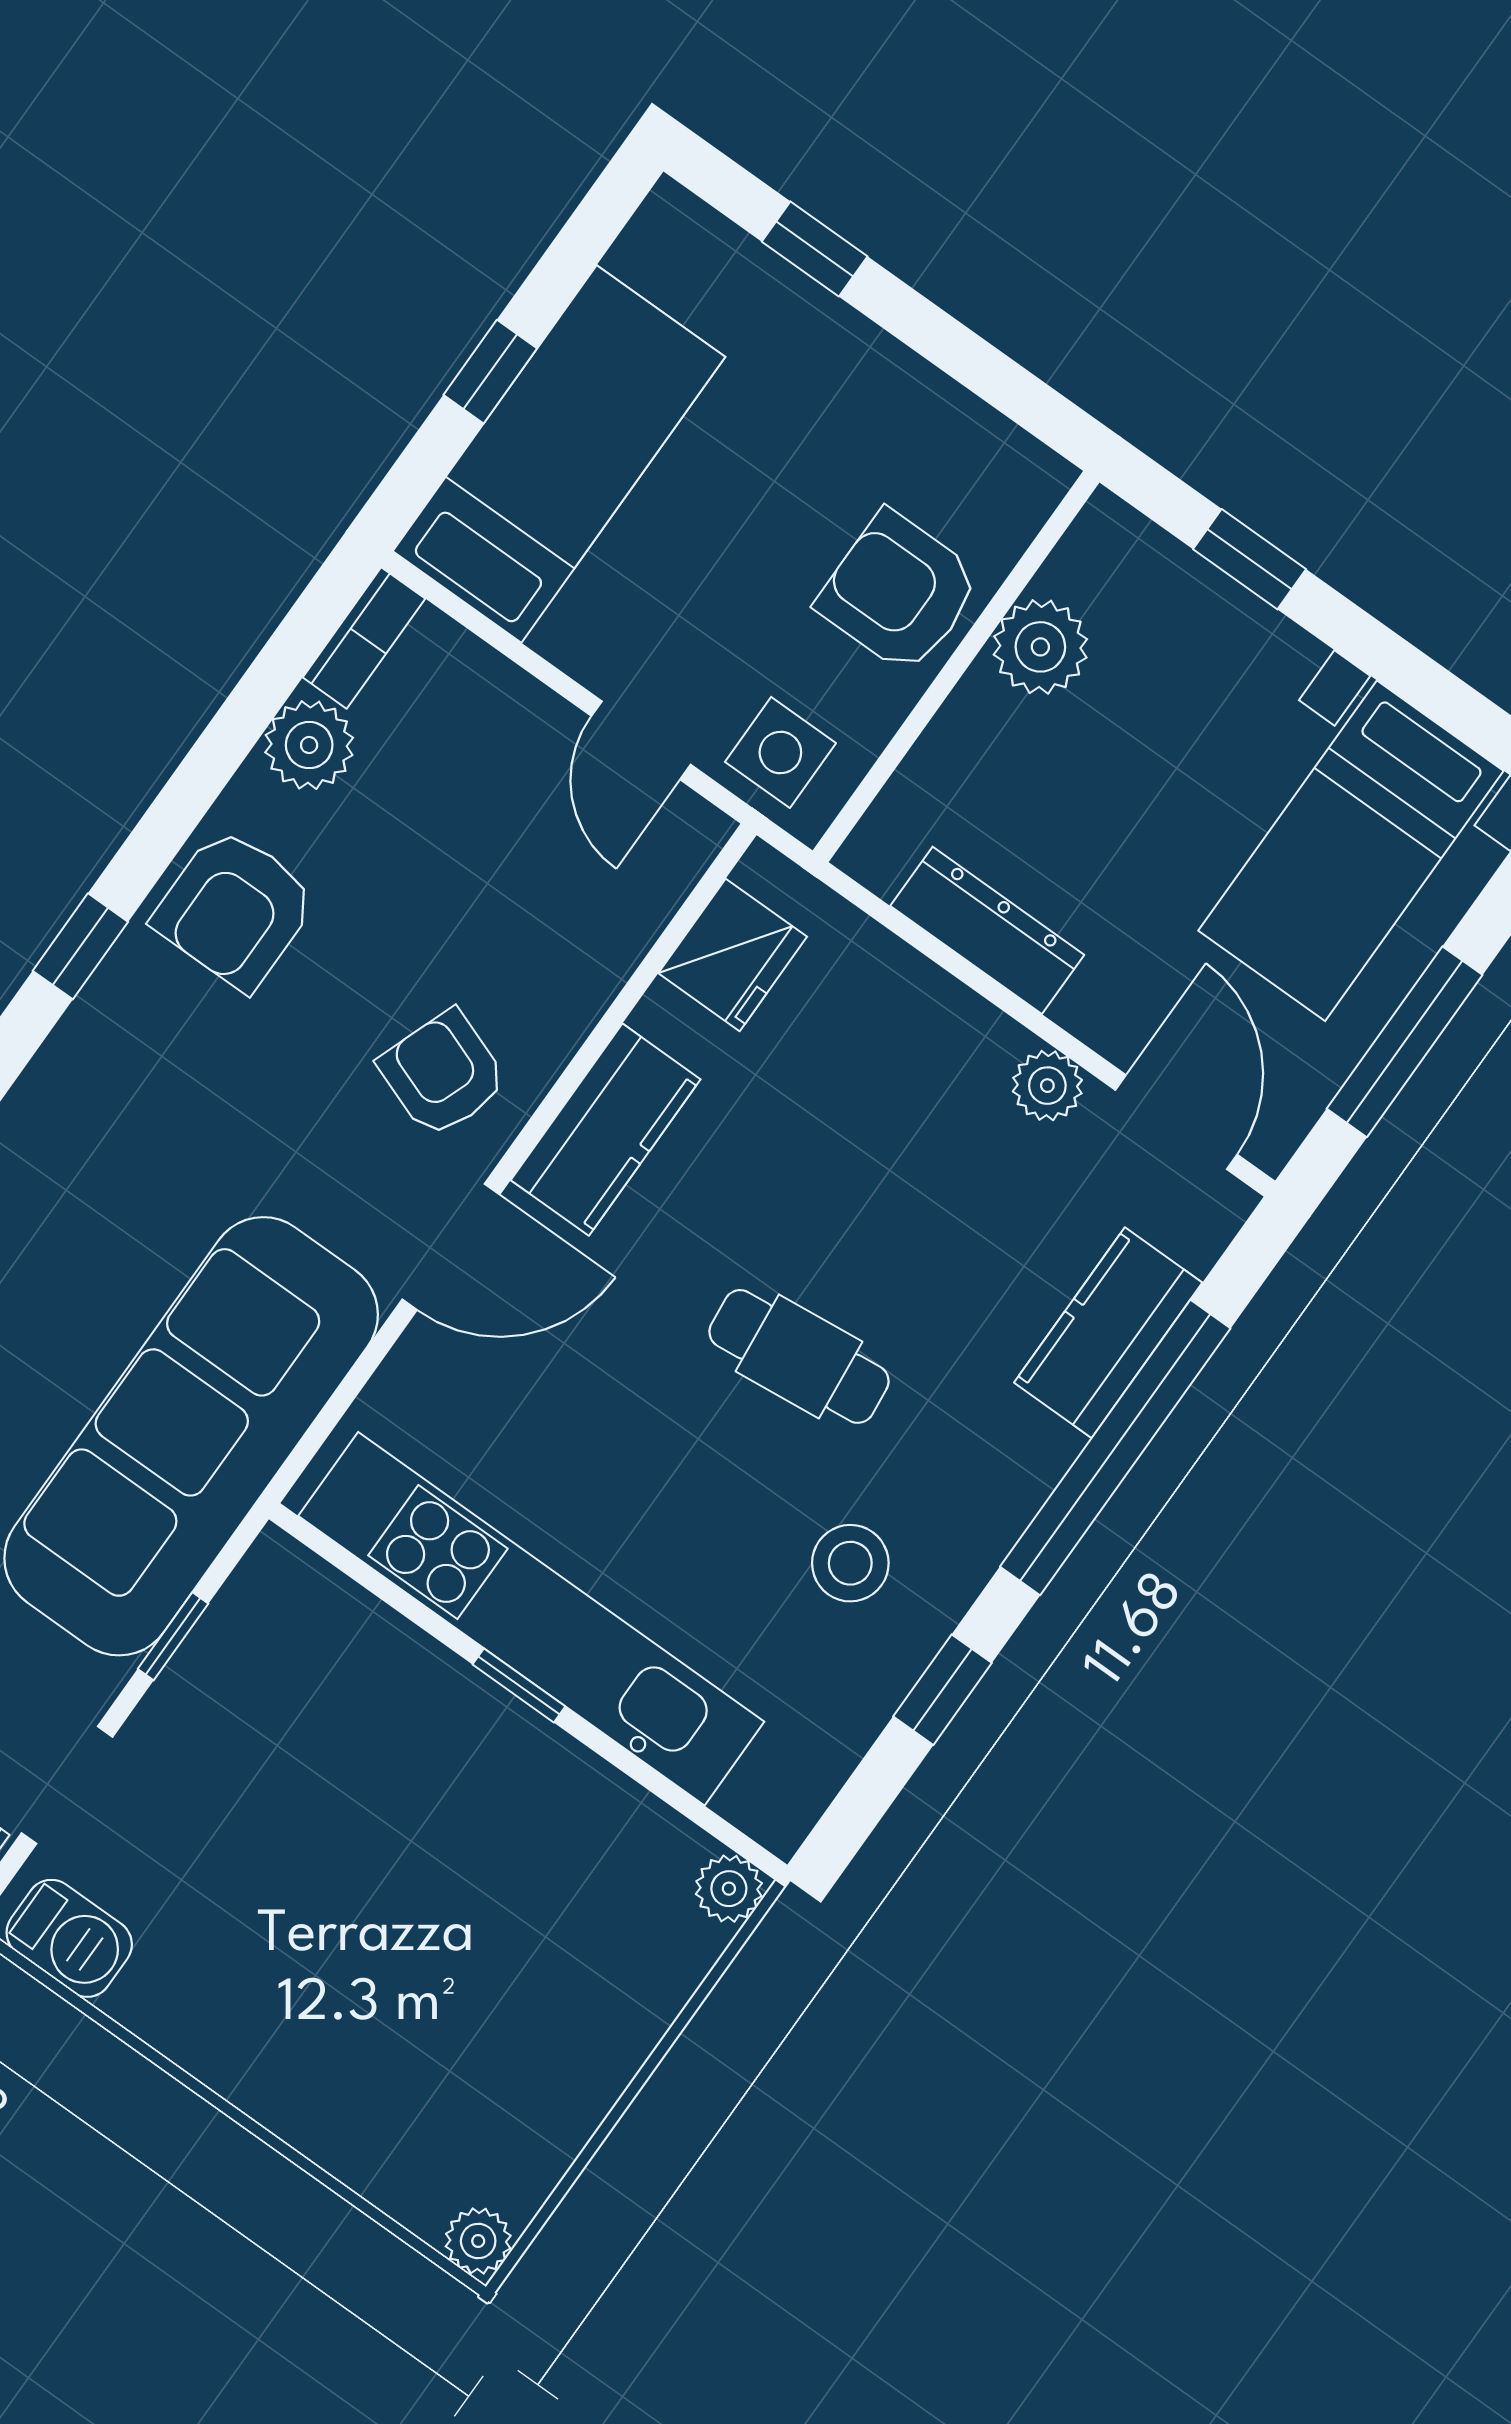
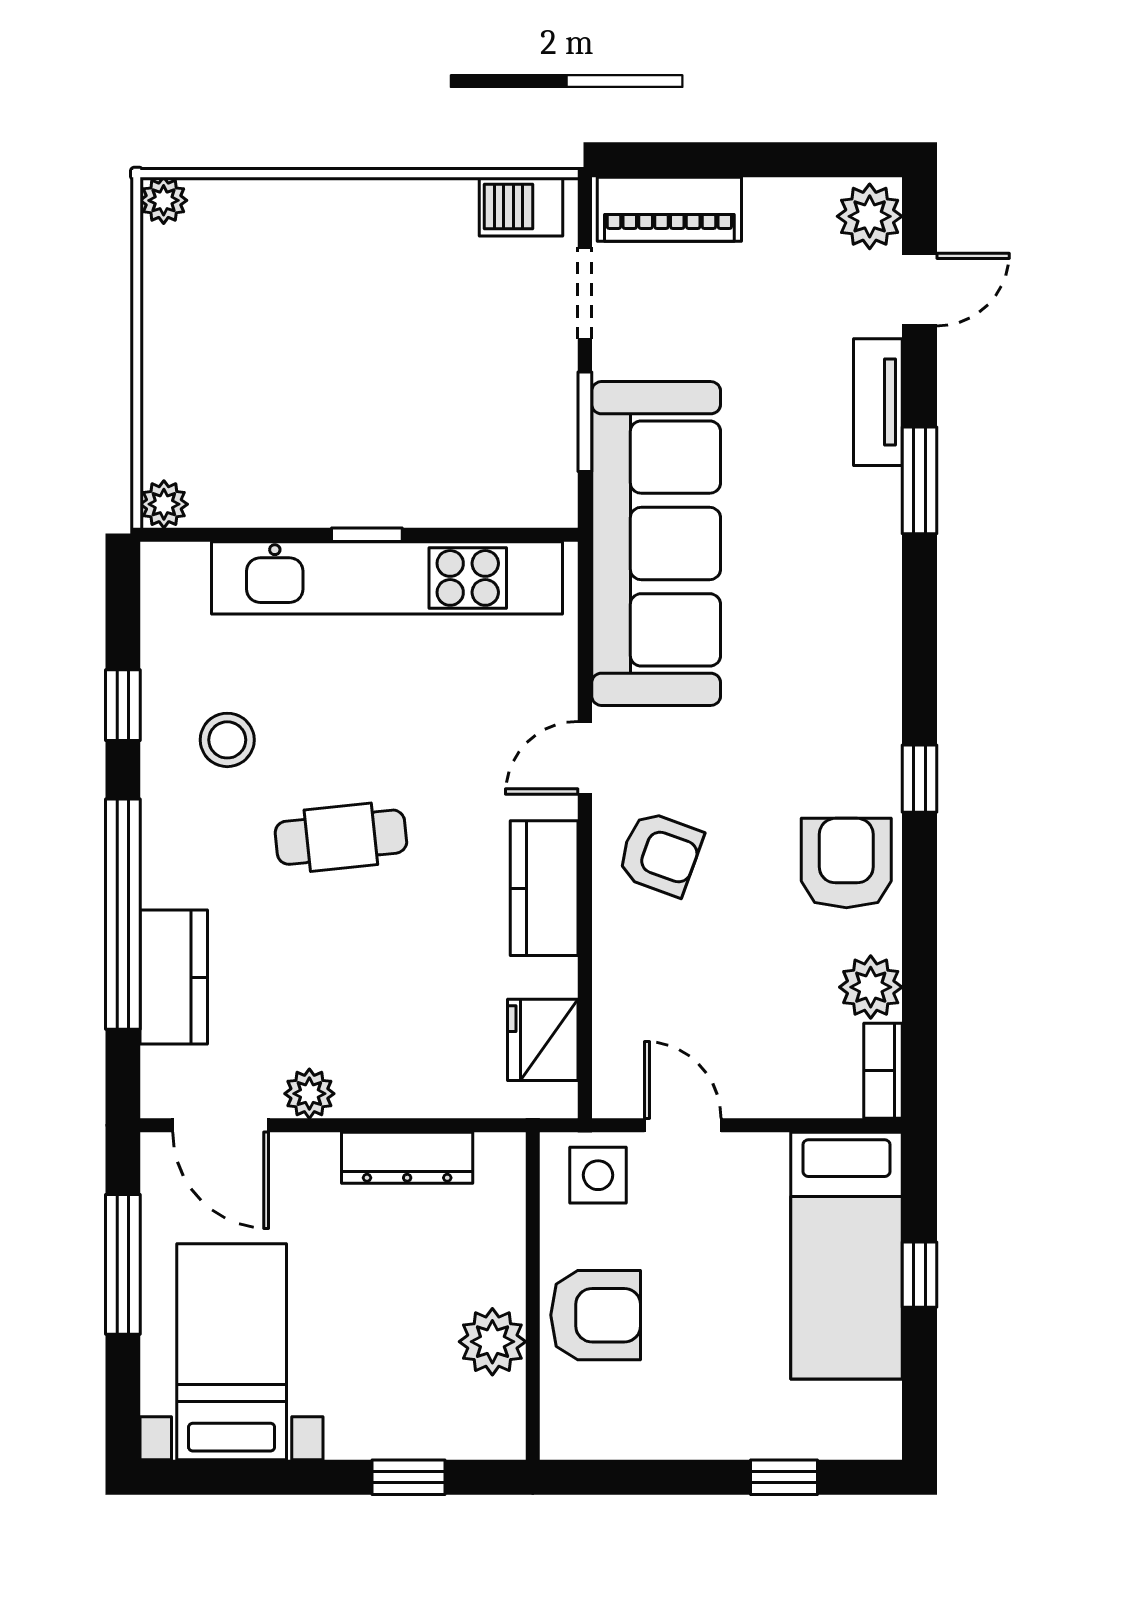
door: (451, 1247) -> (585, 758), width x0.73
window: (173, 1636) -> (585, 422), width x1.50

